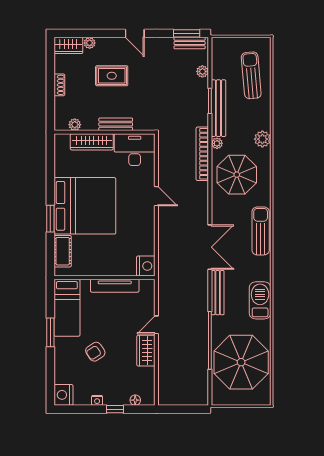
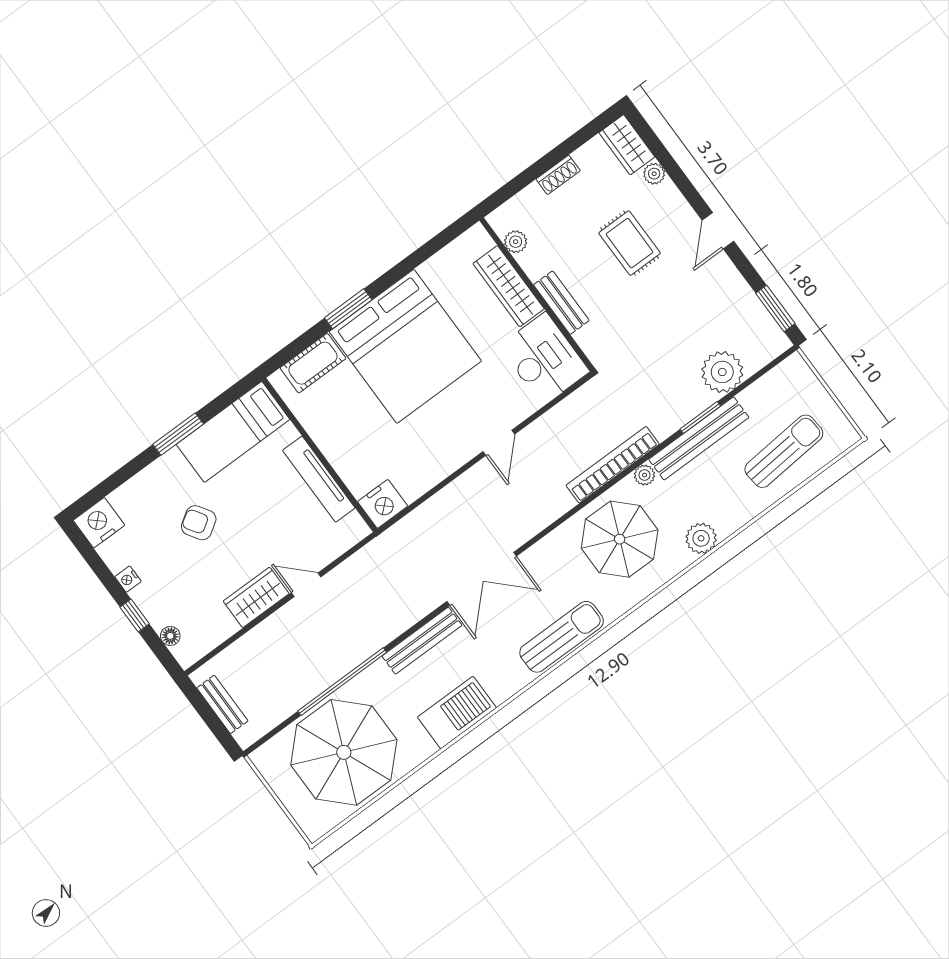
bench: (190, 43) -> (222, 704), moved
plant: (202, 71) -> (722, 372), width x1.87, depth x1.87

